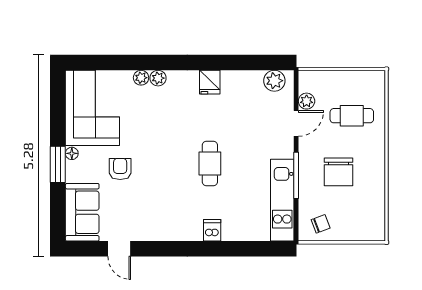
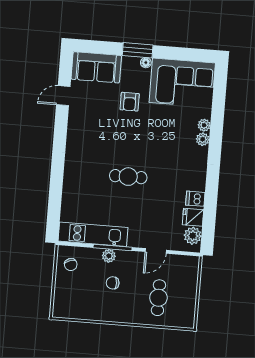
fridge: (210, 82) -> (193, 217), moved
plant: (307, 101) -> (109, 256), moved
door: (296, 123) -> (156, 251), hinge flipped
armchair: (120, 169) -> (130, 102), turned 90
chair: (338, 172) -> (113, 283), width x0.54, depth x0.54
dishwasher: (212, 230) -> (195, 199), moved, turned 180

